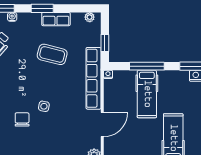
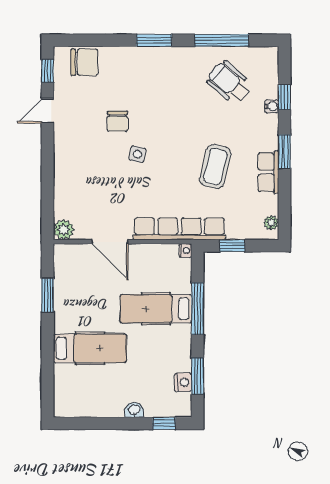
chair: (22, 119) -> (118, 121), turned 90

